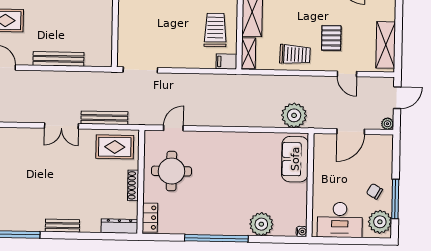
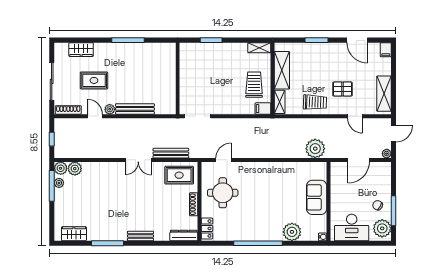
pallet: (331, 38) -> (342, 89), turned 90
plant: (25, 59) -> (110, 109), added
sofa: (295, 159) -> (317, 197), moved

